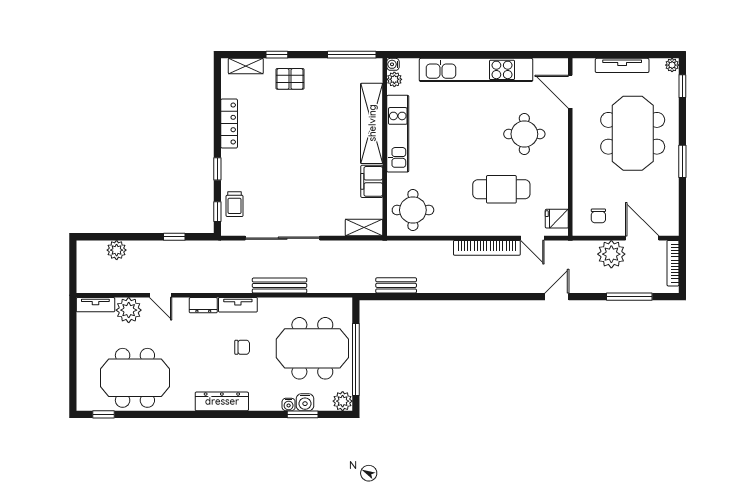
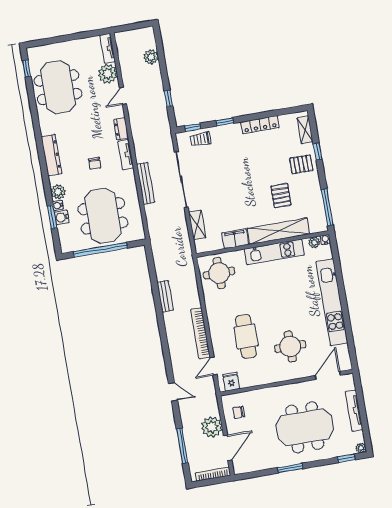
pallet: (290, 79) -> (301, 164), turned 90
pallet: (326, 112) -> (281, 196), added
shelving: (364, 228) -> (197, 225), moved
bench: (396, 285) -> (165, 296), moved
plant: (343, 401) -> (58, 192), moved

